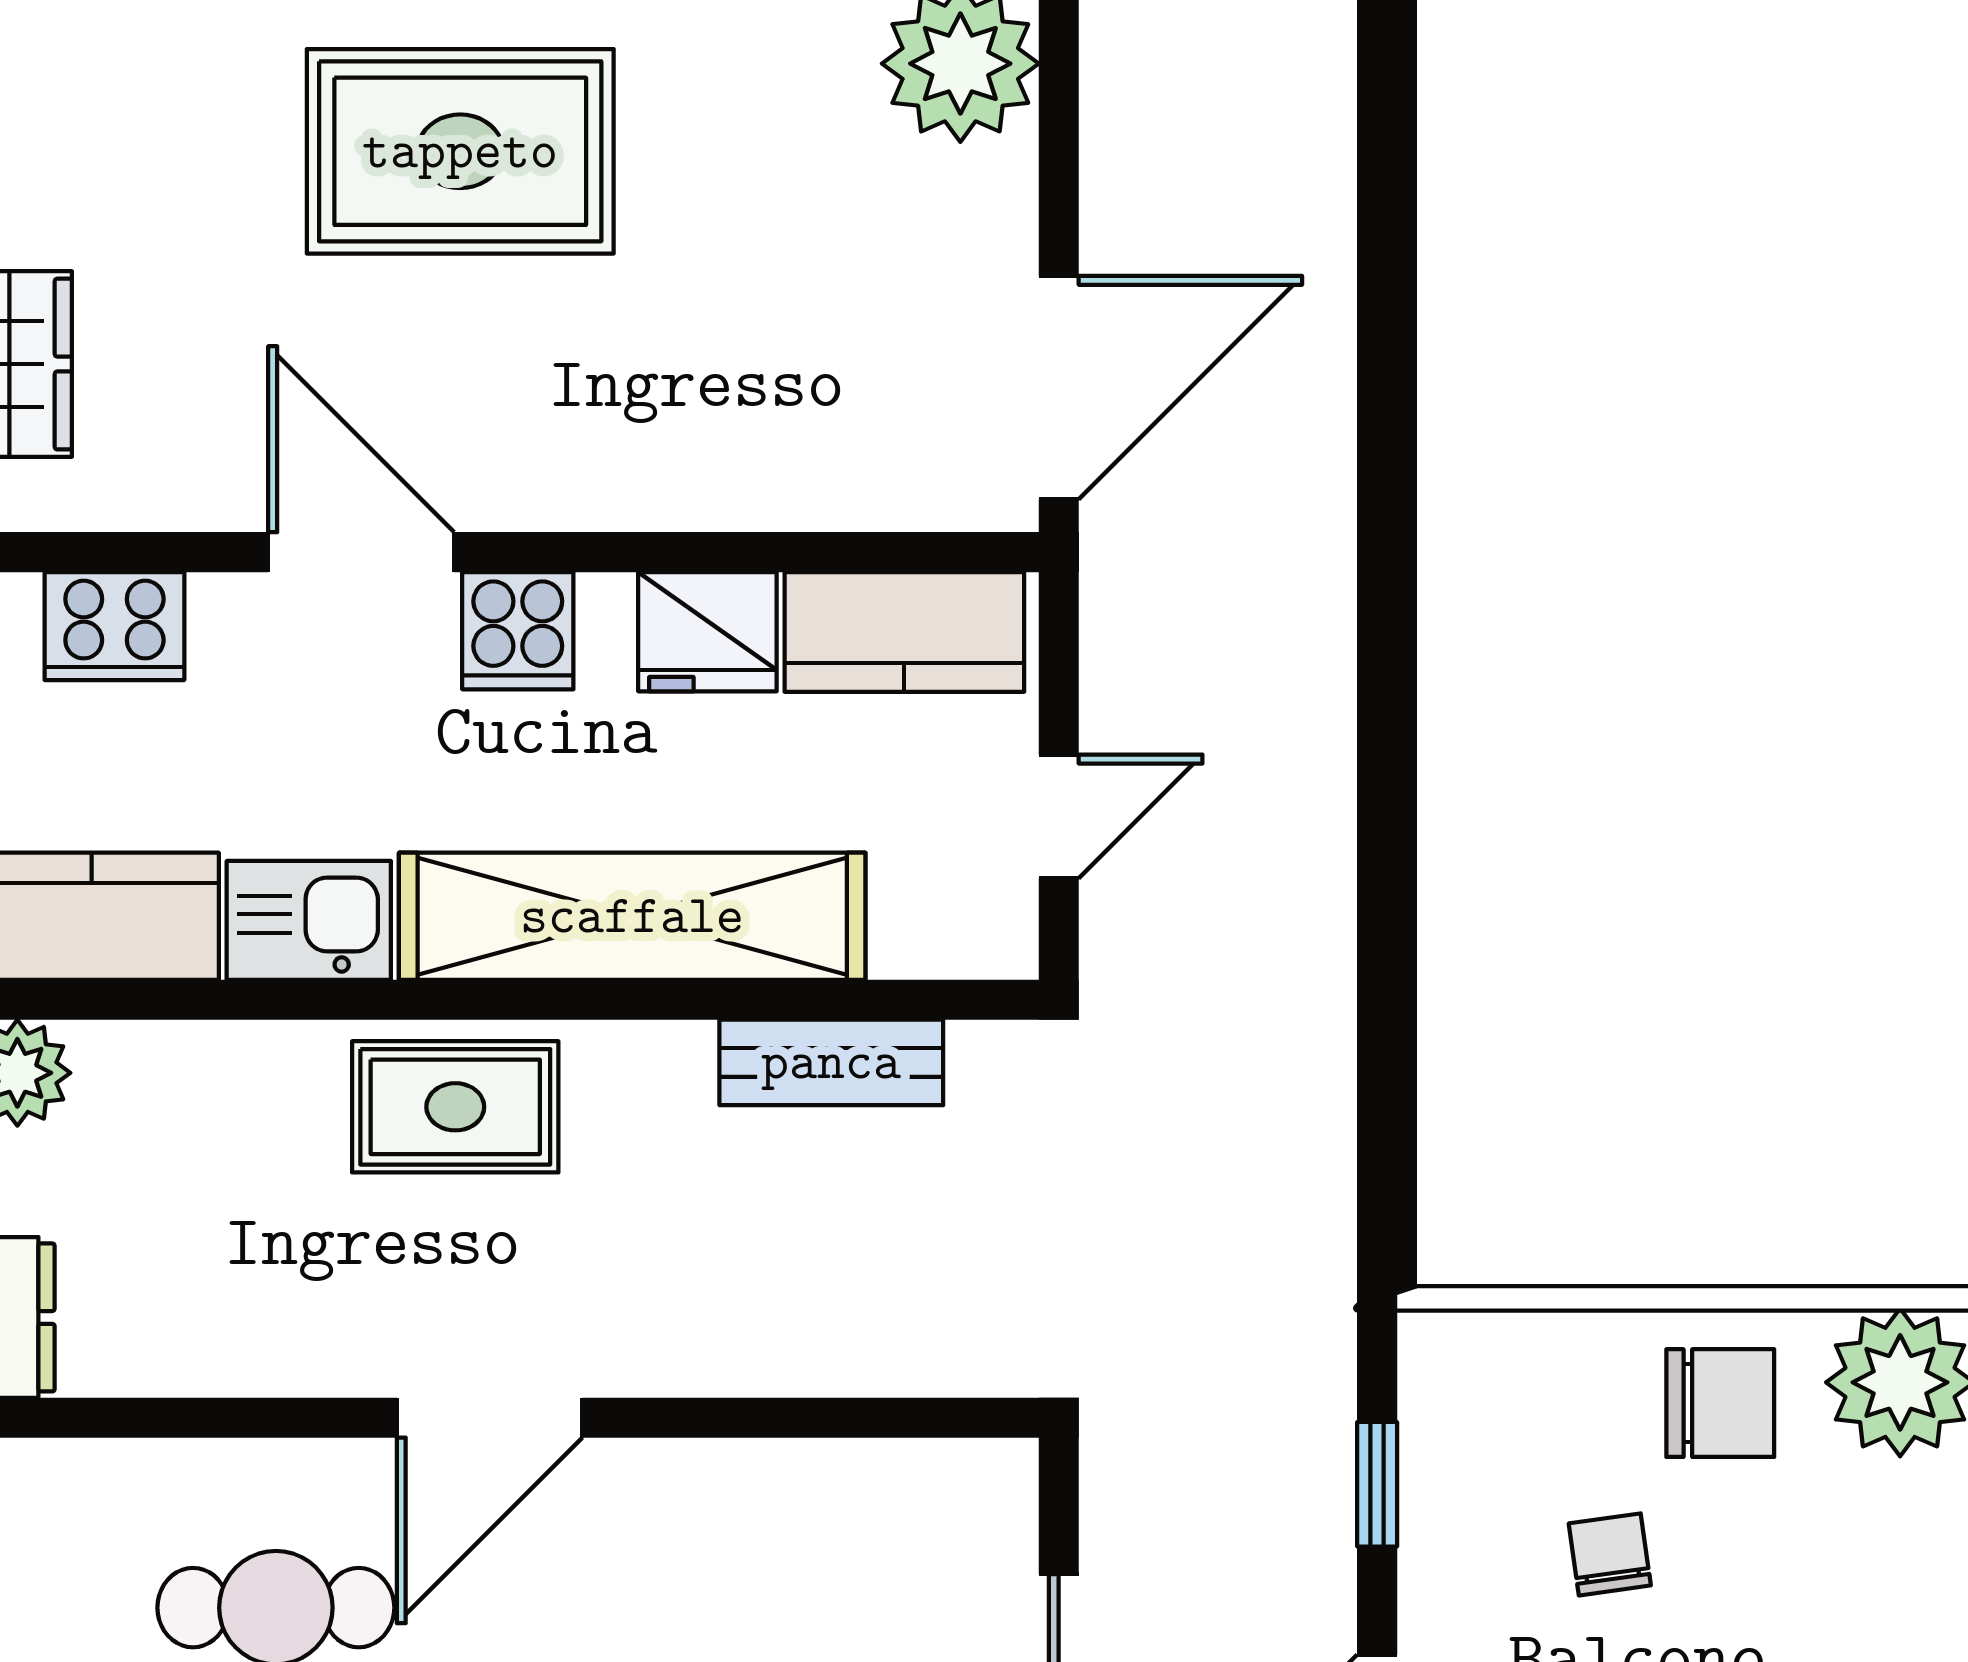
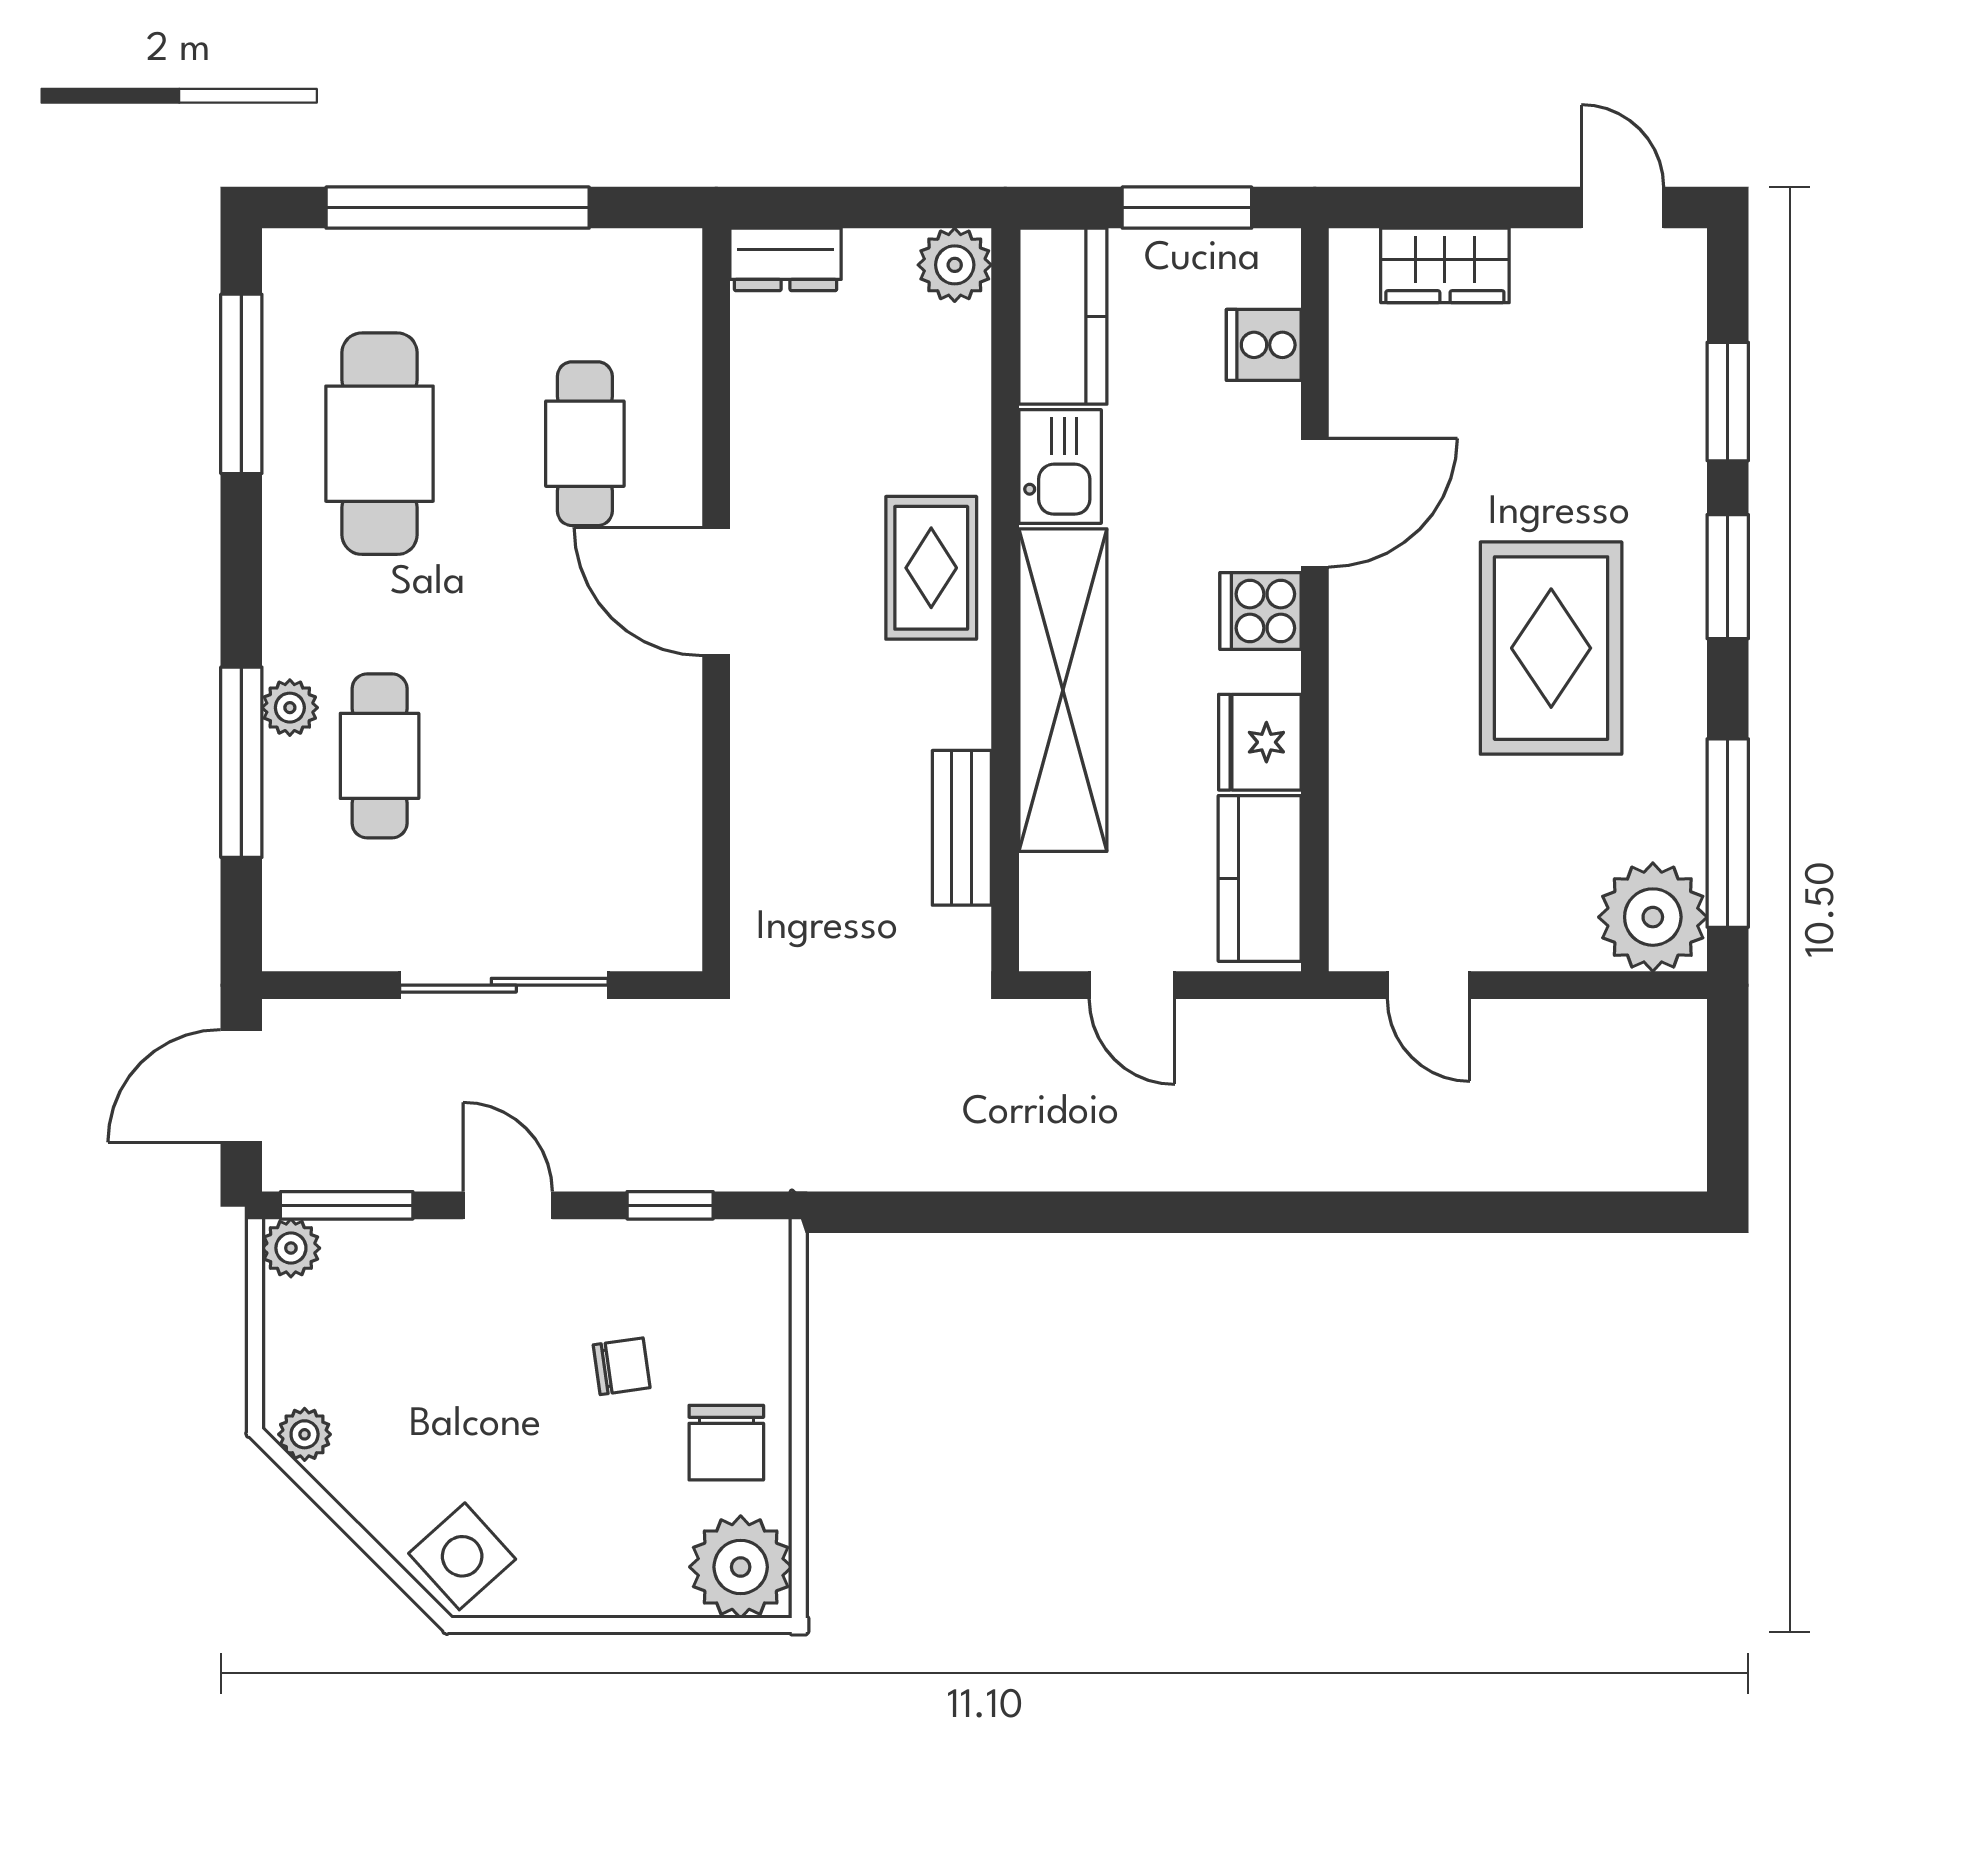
rug: (460, 151) -> (1551, 648), moved
door: (1059, 388) -> (1429, 985), width x0.53
cooker: (114, 626) -> (1264, 345), width x0.73

